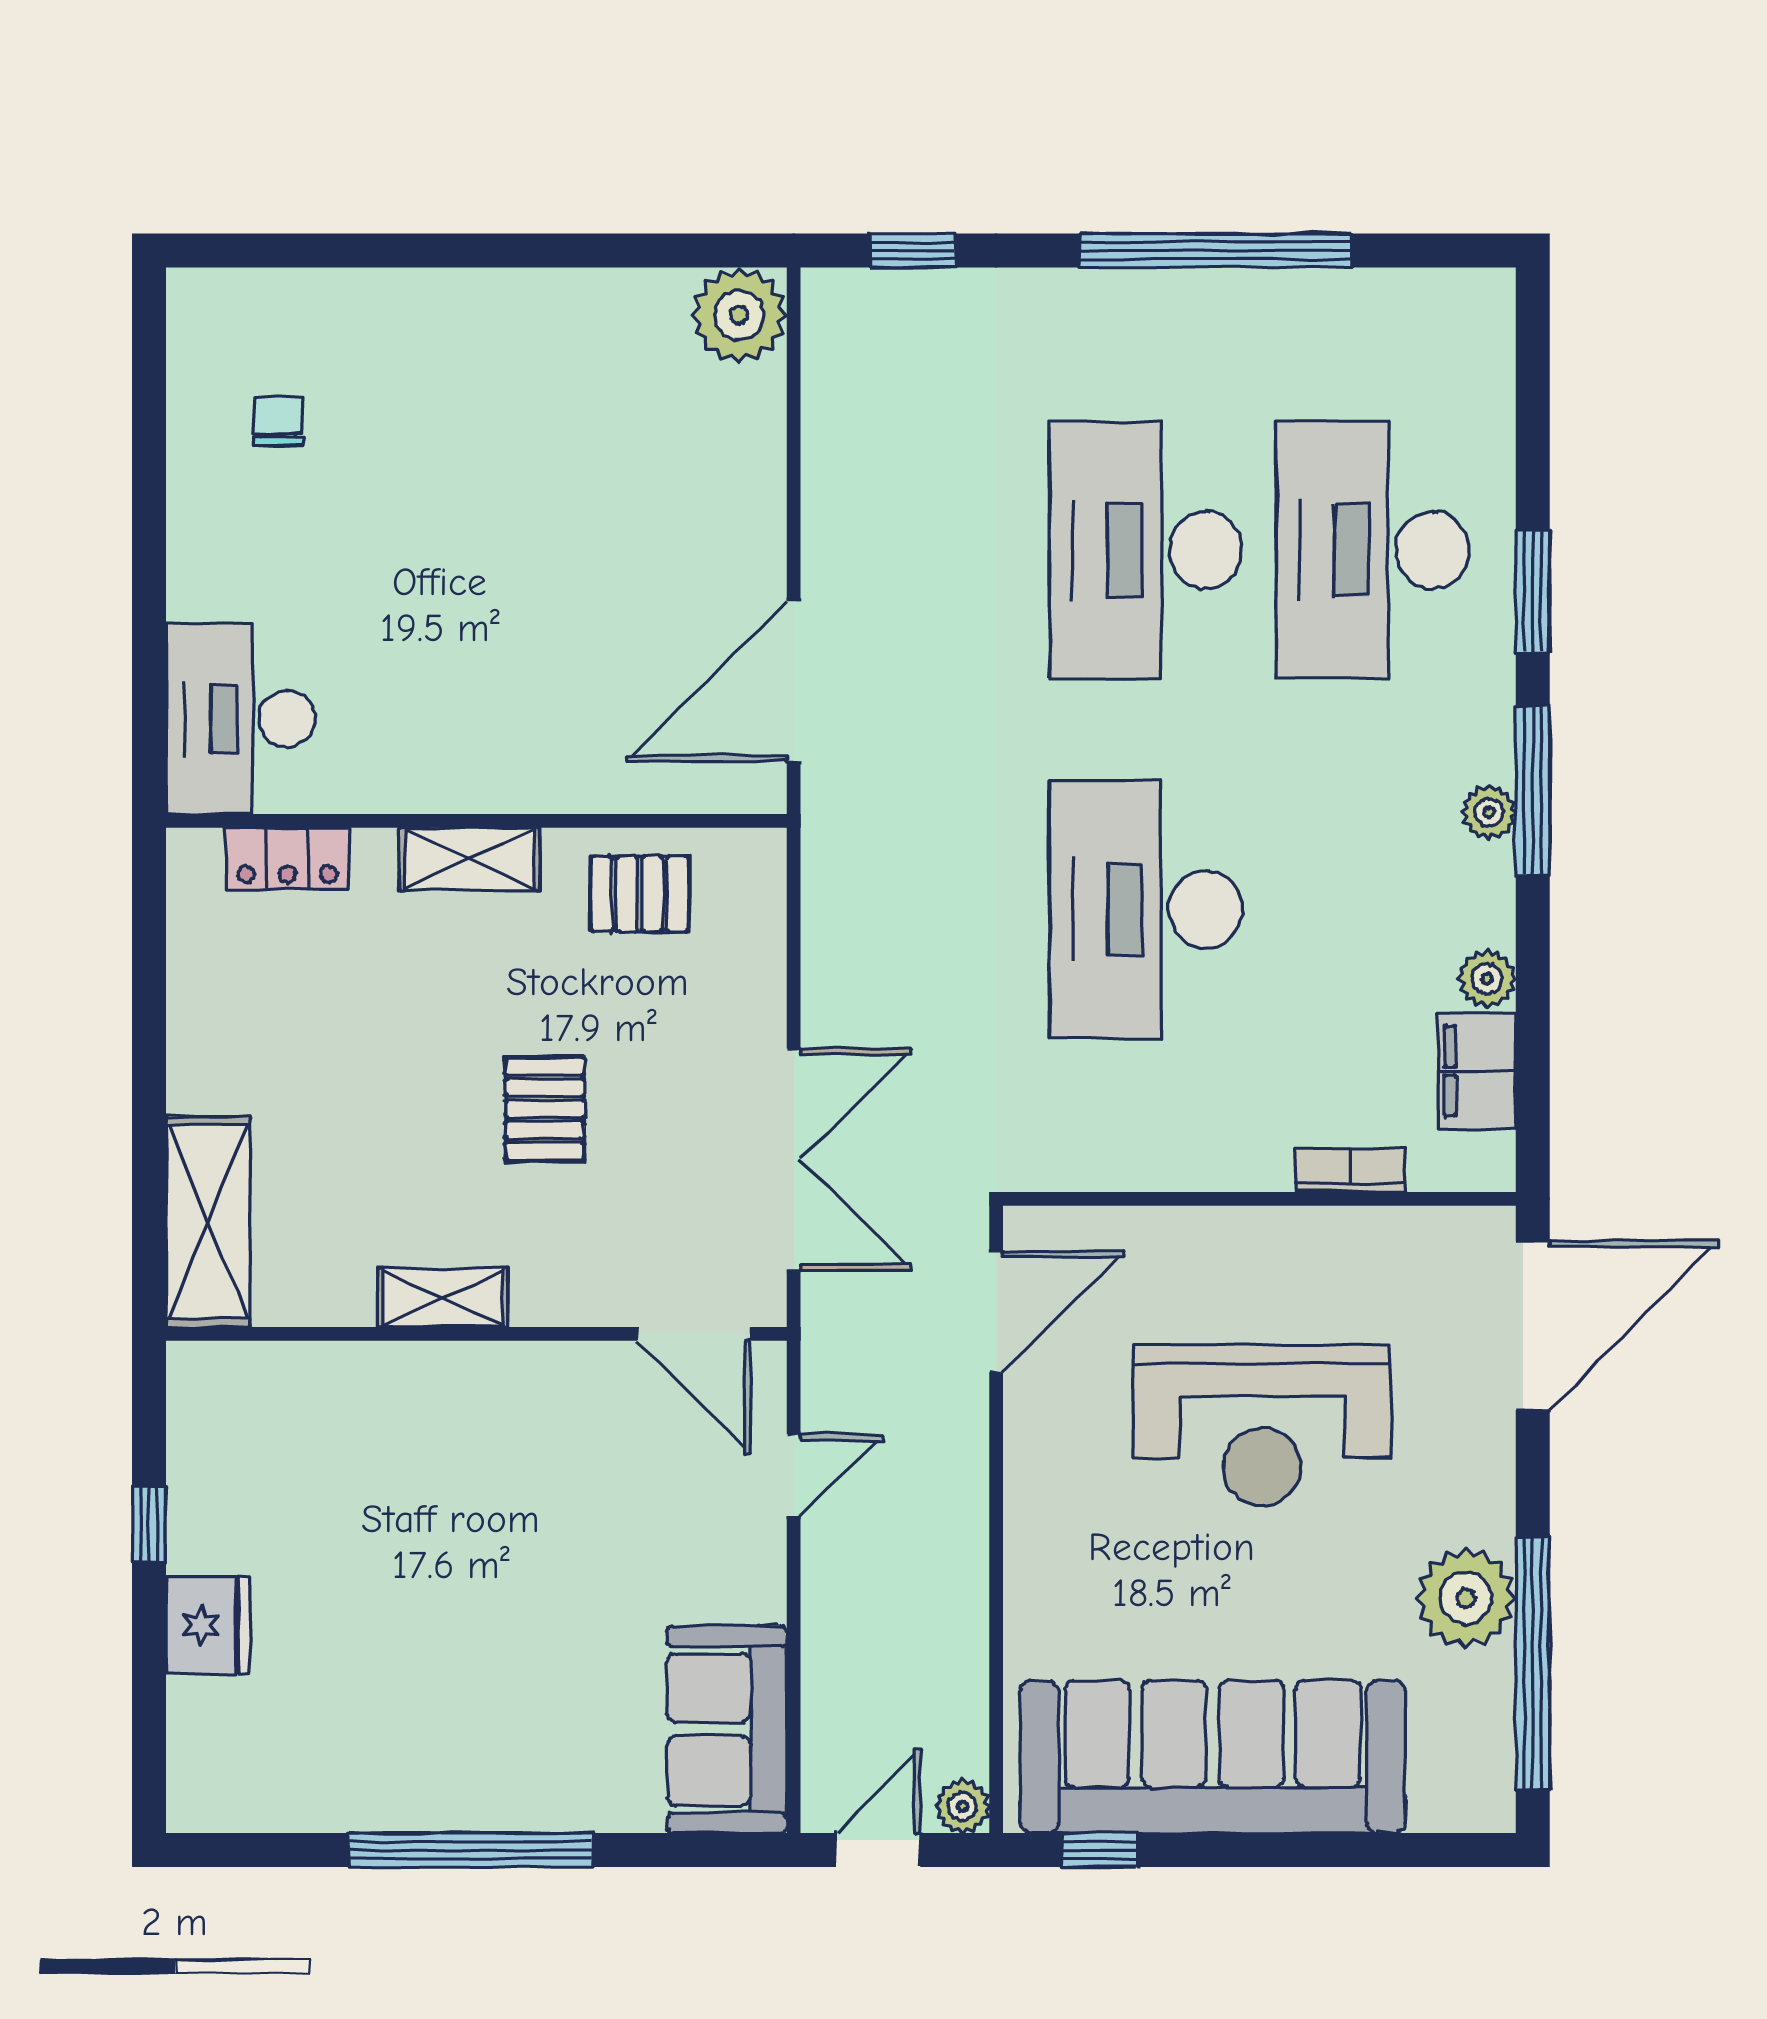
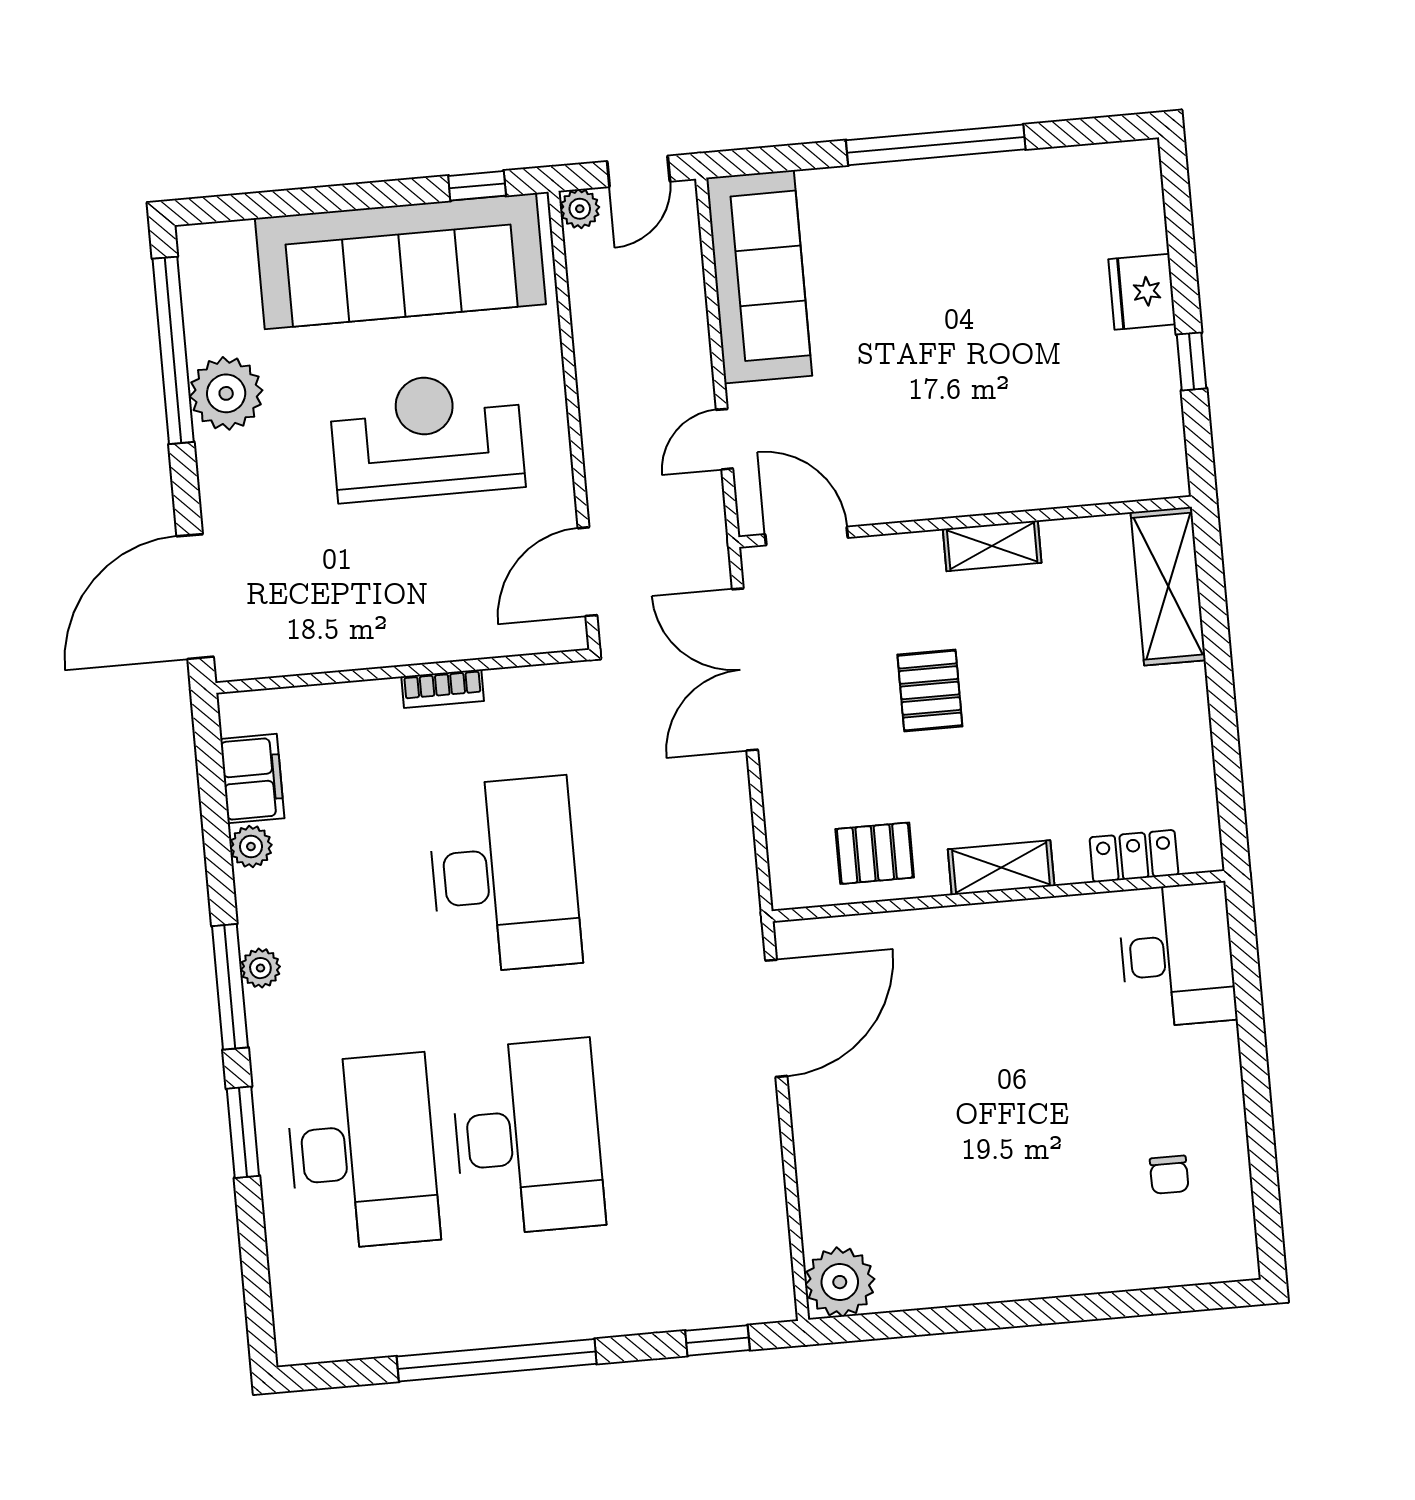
bookcase: (1350, 1170) -> (443, 689), moved
reception desk: (1262, 1425) -> (427, 437), moved
sofa: (727, 1729) -> (759, 277), width x1.36

